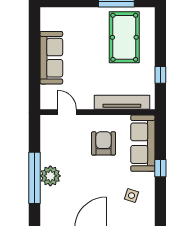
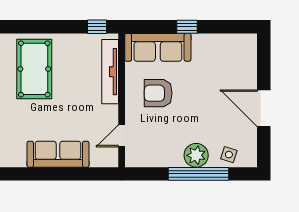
pool table: (124, 37) -> (34, 69), turned 90
window: (160, 75) -> (97, 27), moved
side table: (132, 196) -> (229, 155), moved

